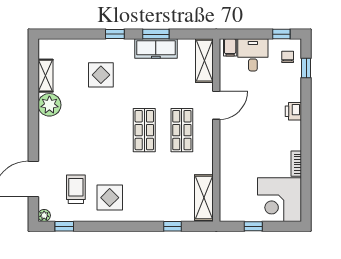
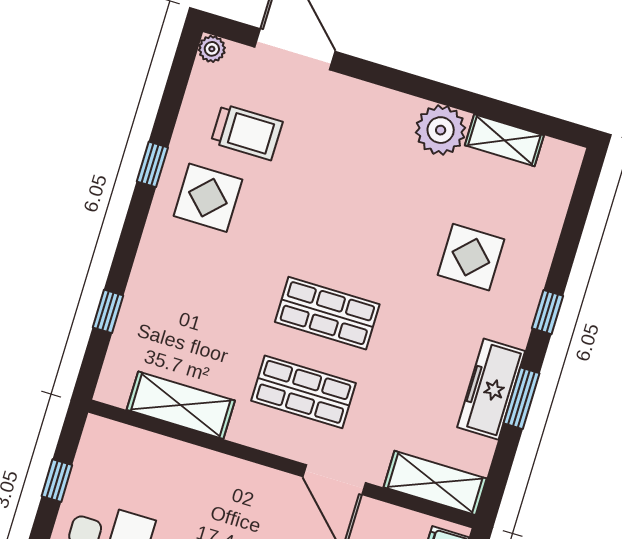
shelving: (204, 198) -> (181, 405), moved
window: (64, 226) -> (152, 164), moved

